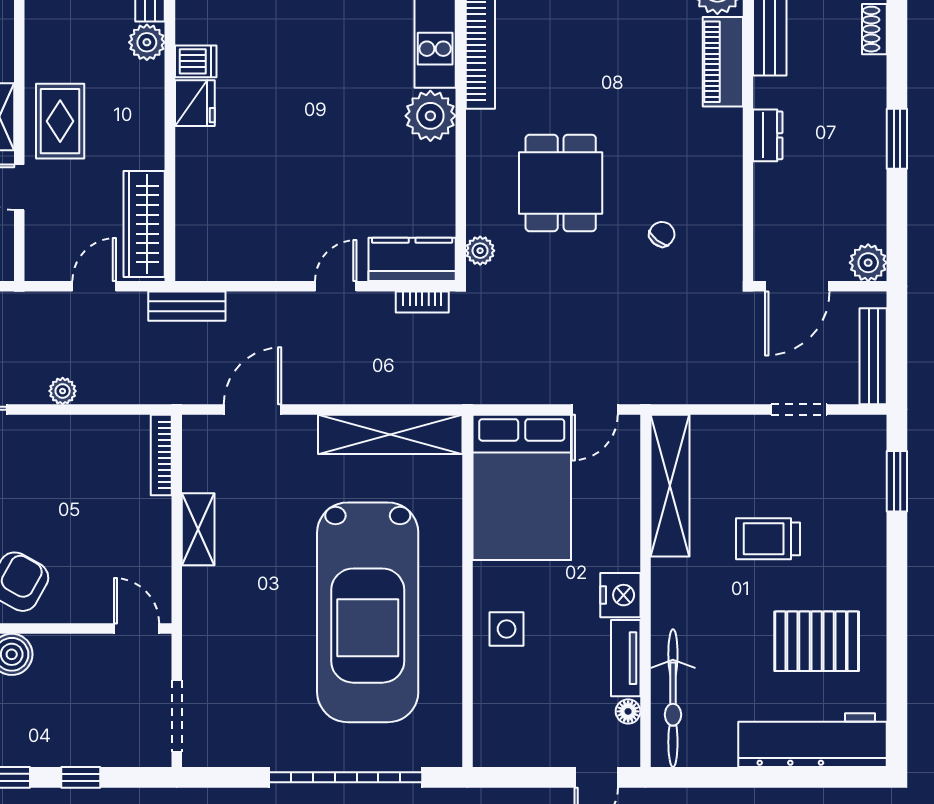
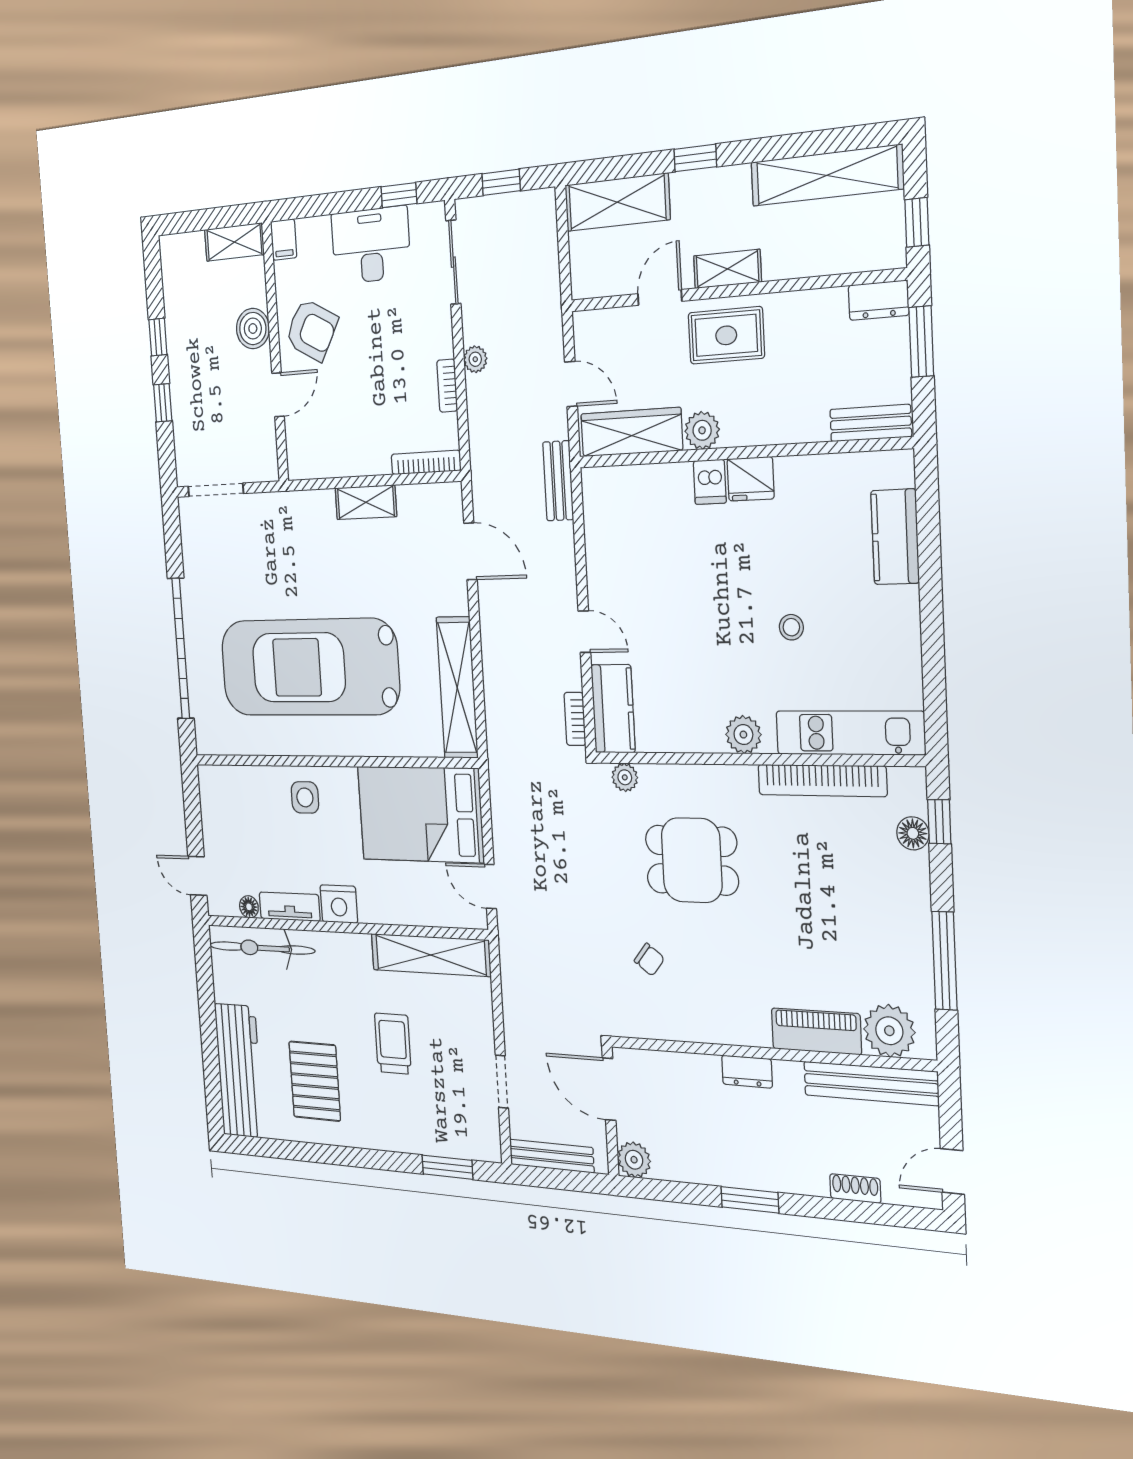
plant: (147, 42) -> (702, 430), moved
dishwasher: (196, 61) -> (710, 482), moved
stool: (335, 69) -> (791, 627), added
plant: (430, 116) -> (743, 735), width x0.73, depth x0.73
bookcase: (86, 425) -> (447, 386), added
door: (137, 628) -> (278, 395), moved

